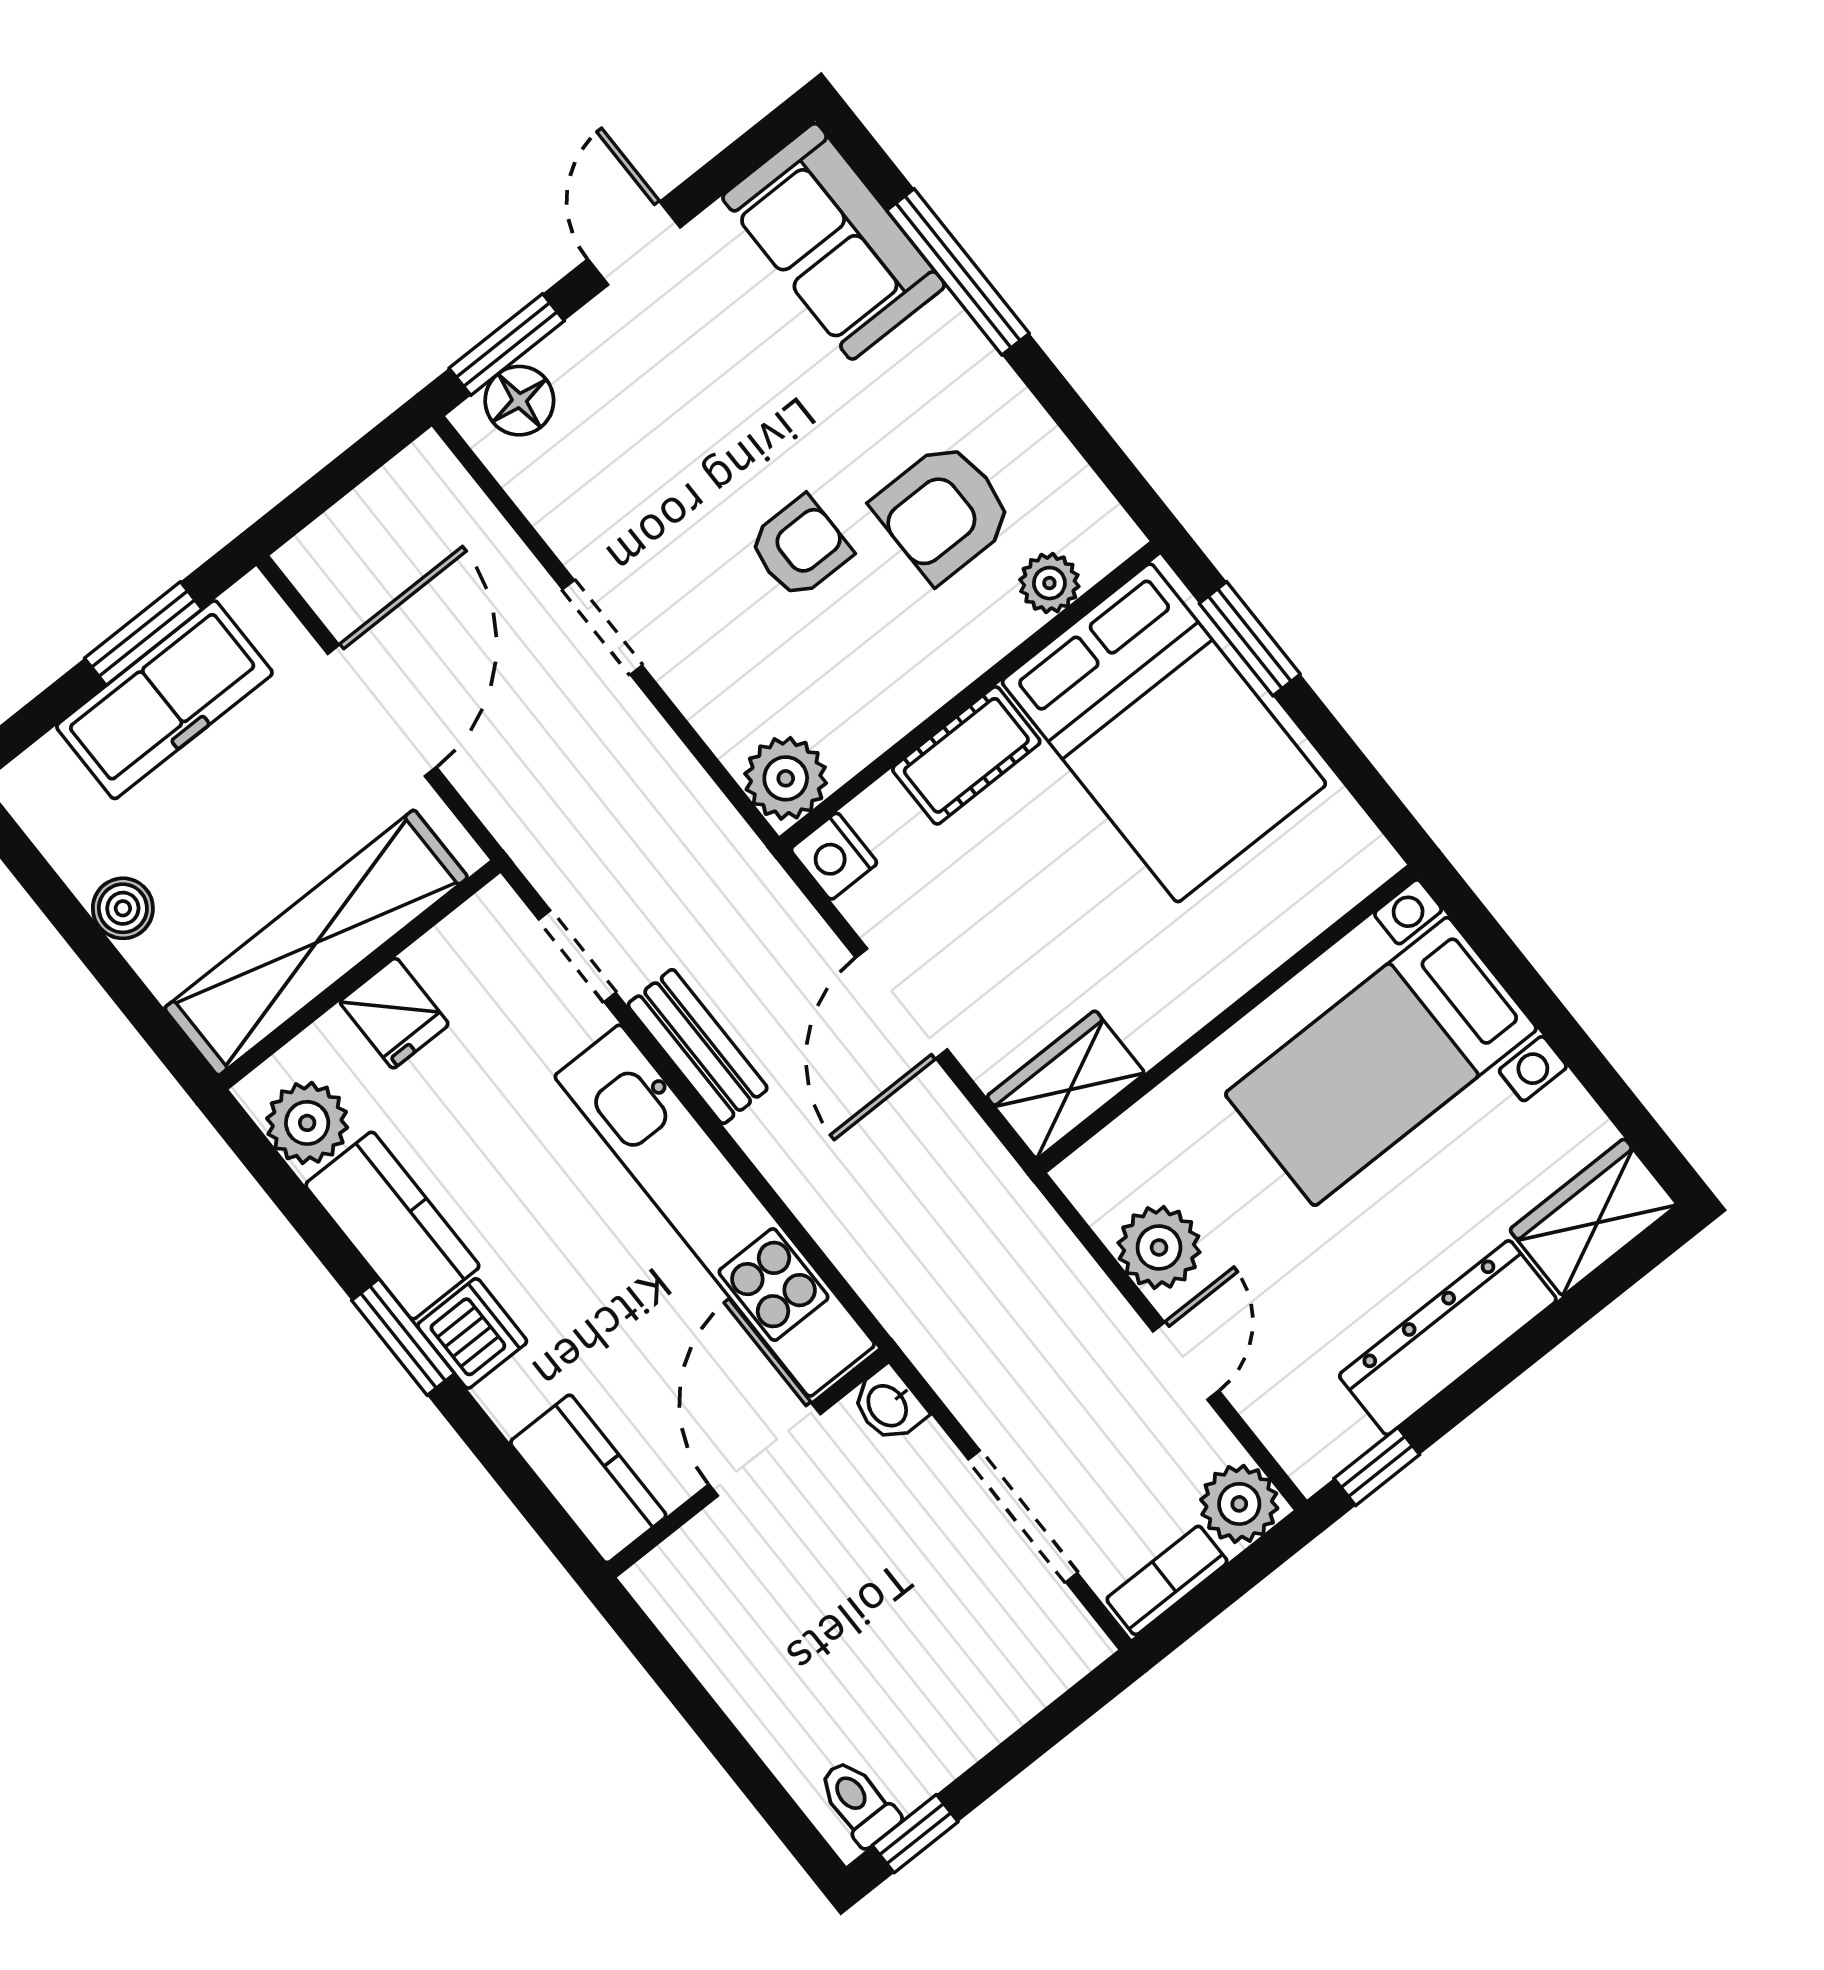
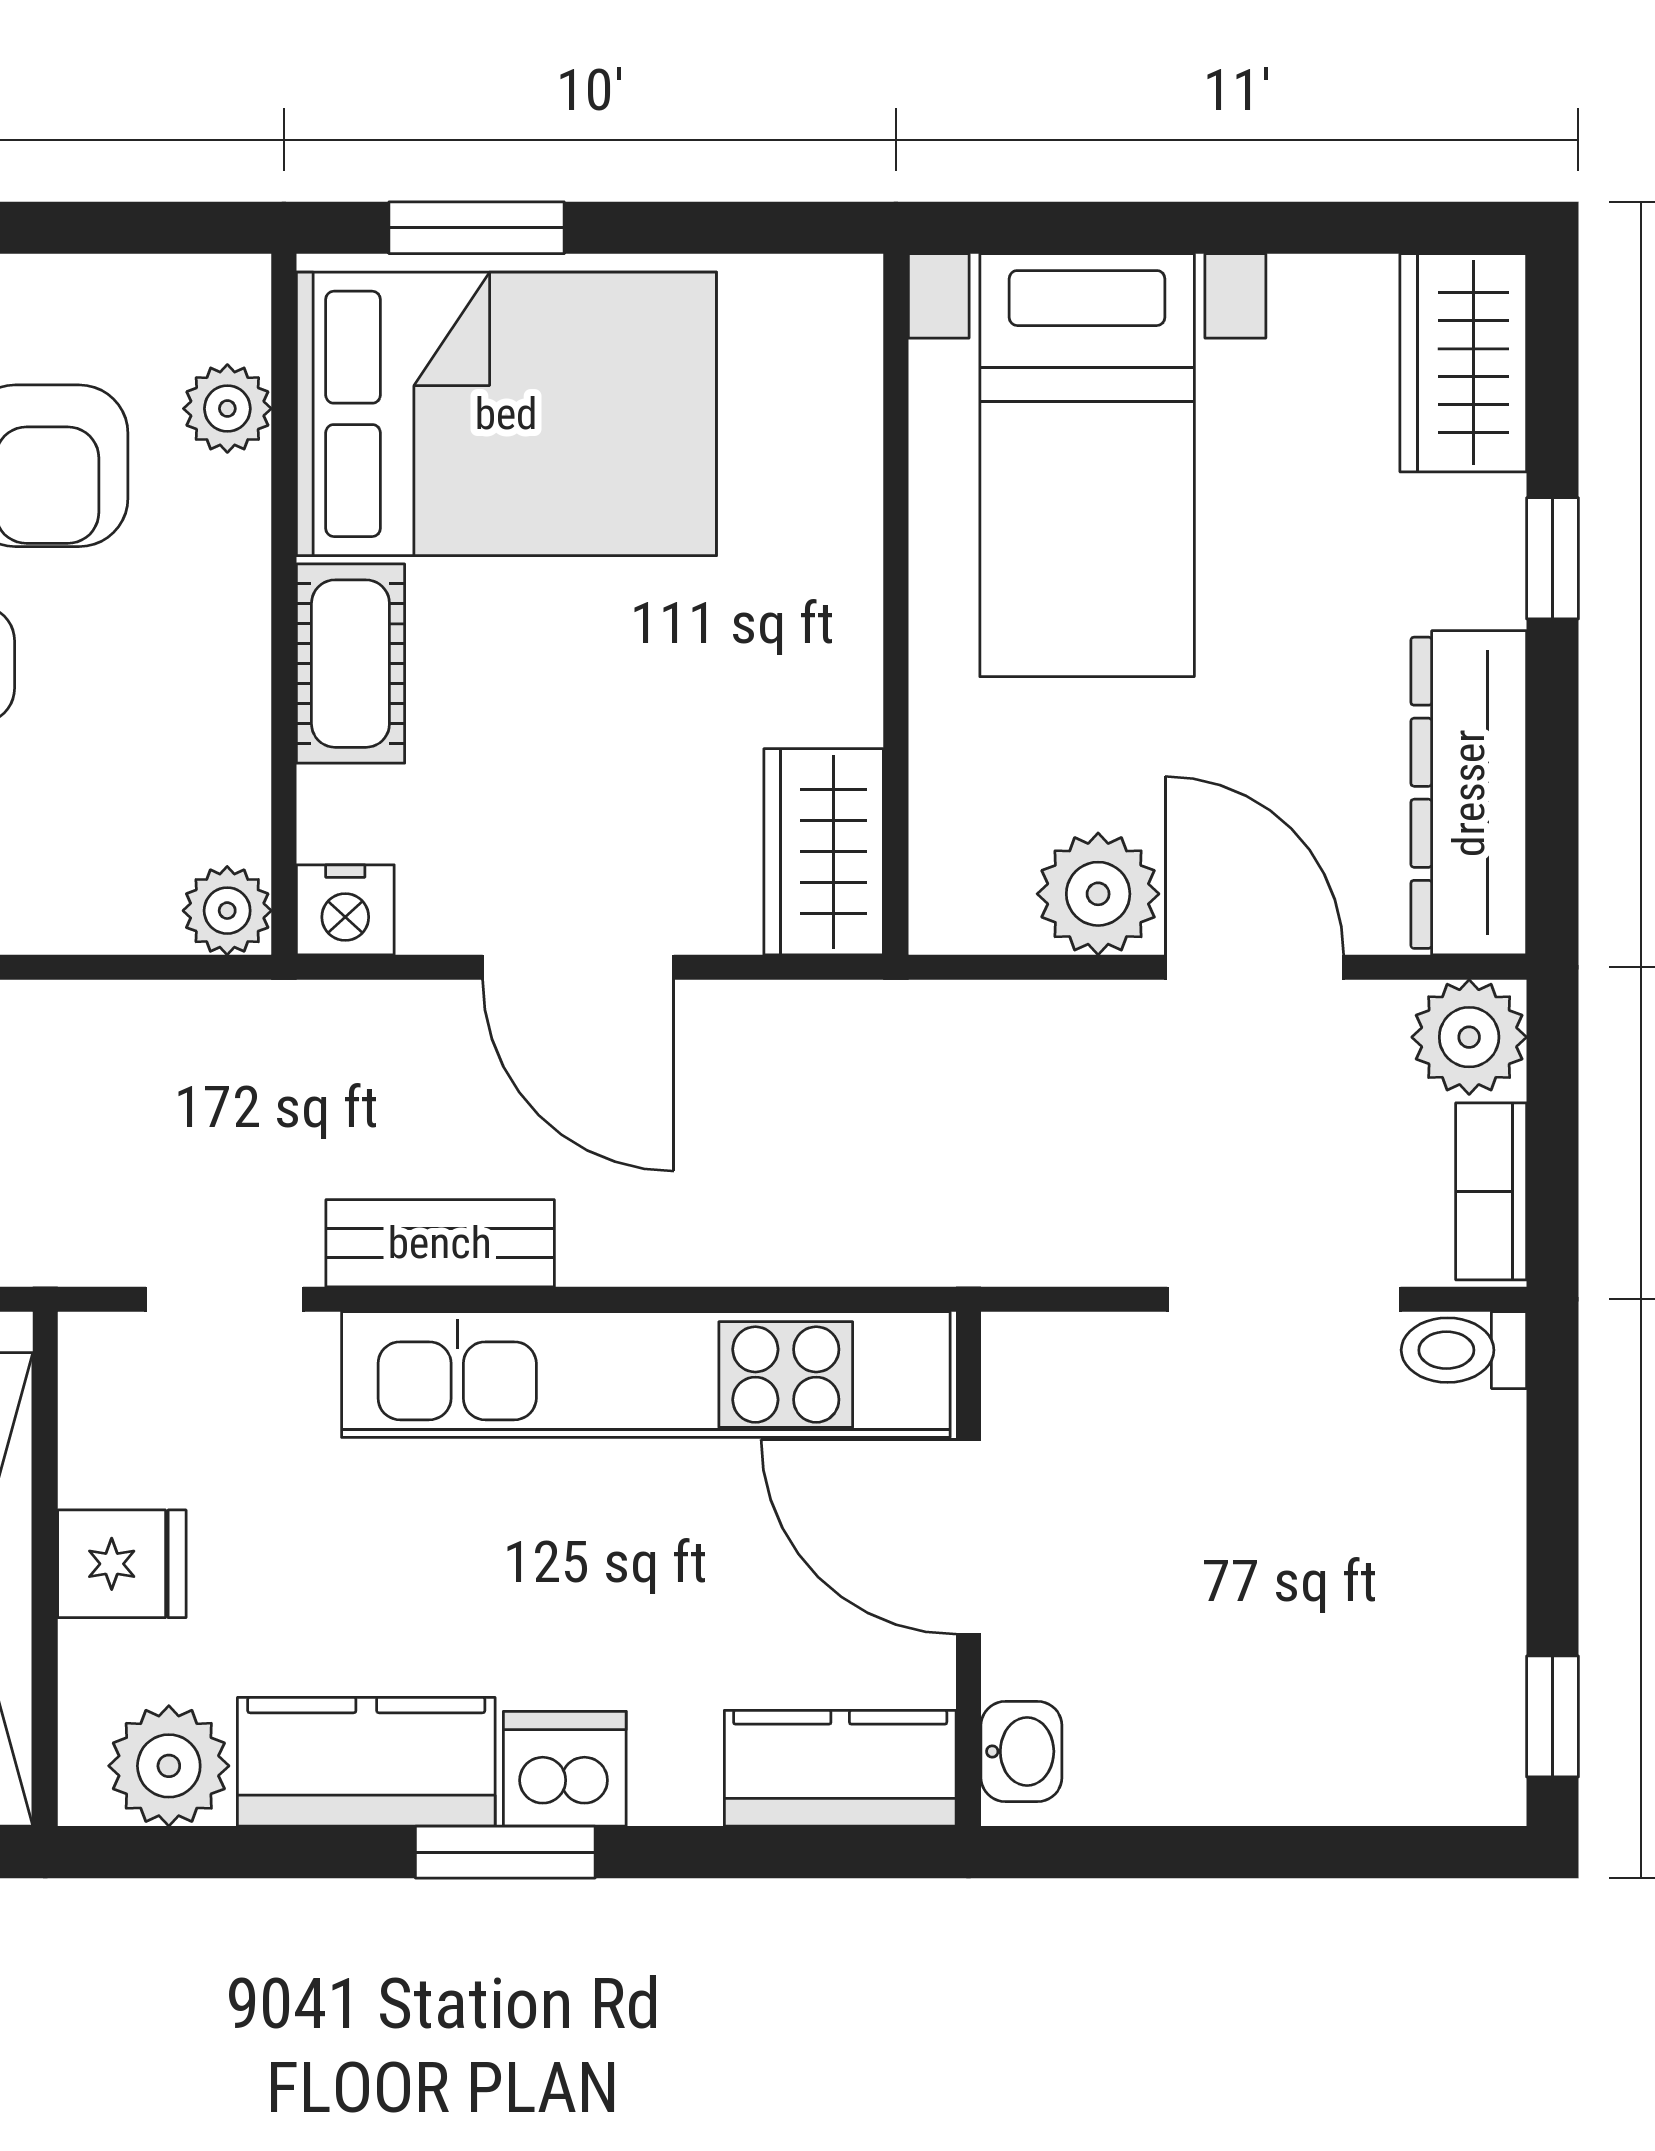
plant: (786, 778) -> (227, 911), width x0.73, depth x0.73
dresser: (1448, 1338) -> (1469, 793), moved
door: (1186, 1361) -> (1254, 967), width x1.38
washbasin: (888, 1405) -> (1021, 1751), moved, turned -90
window: (1377, 1466) -> (1552, 558), moved
toilet: (858, 1802) -> (1464, 1350), moved

